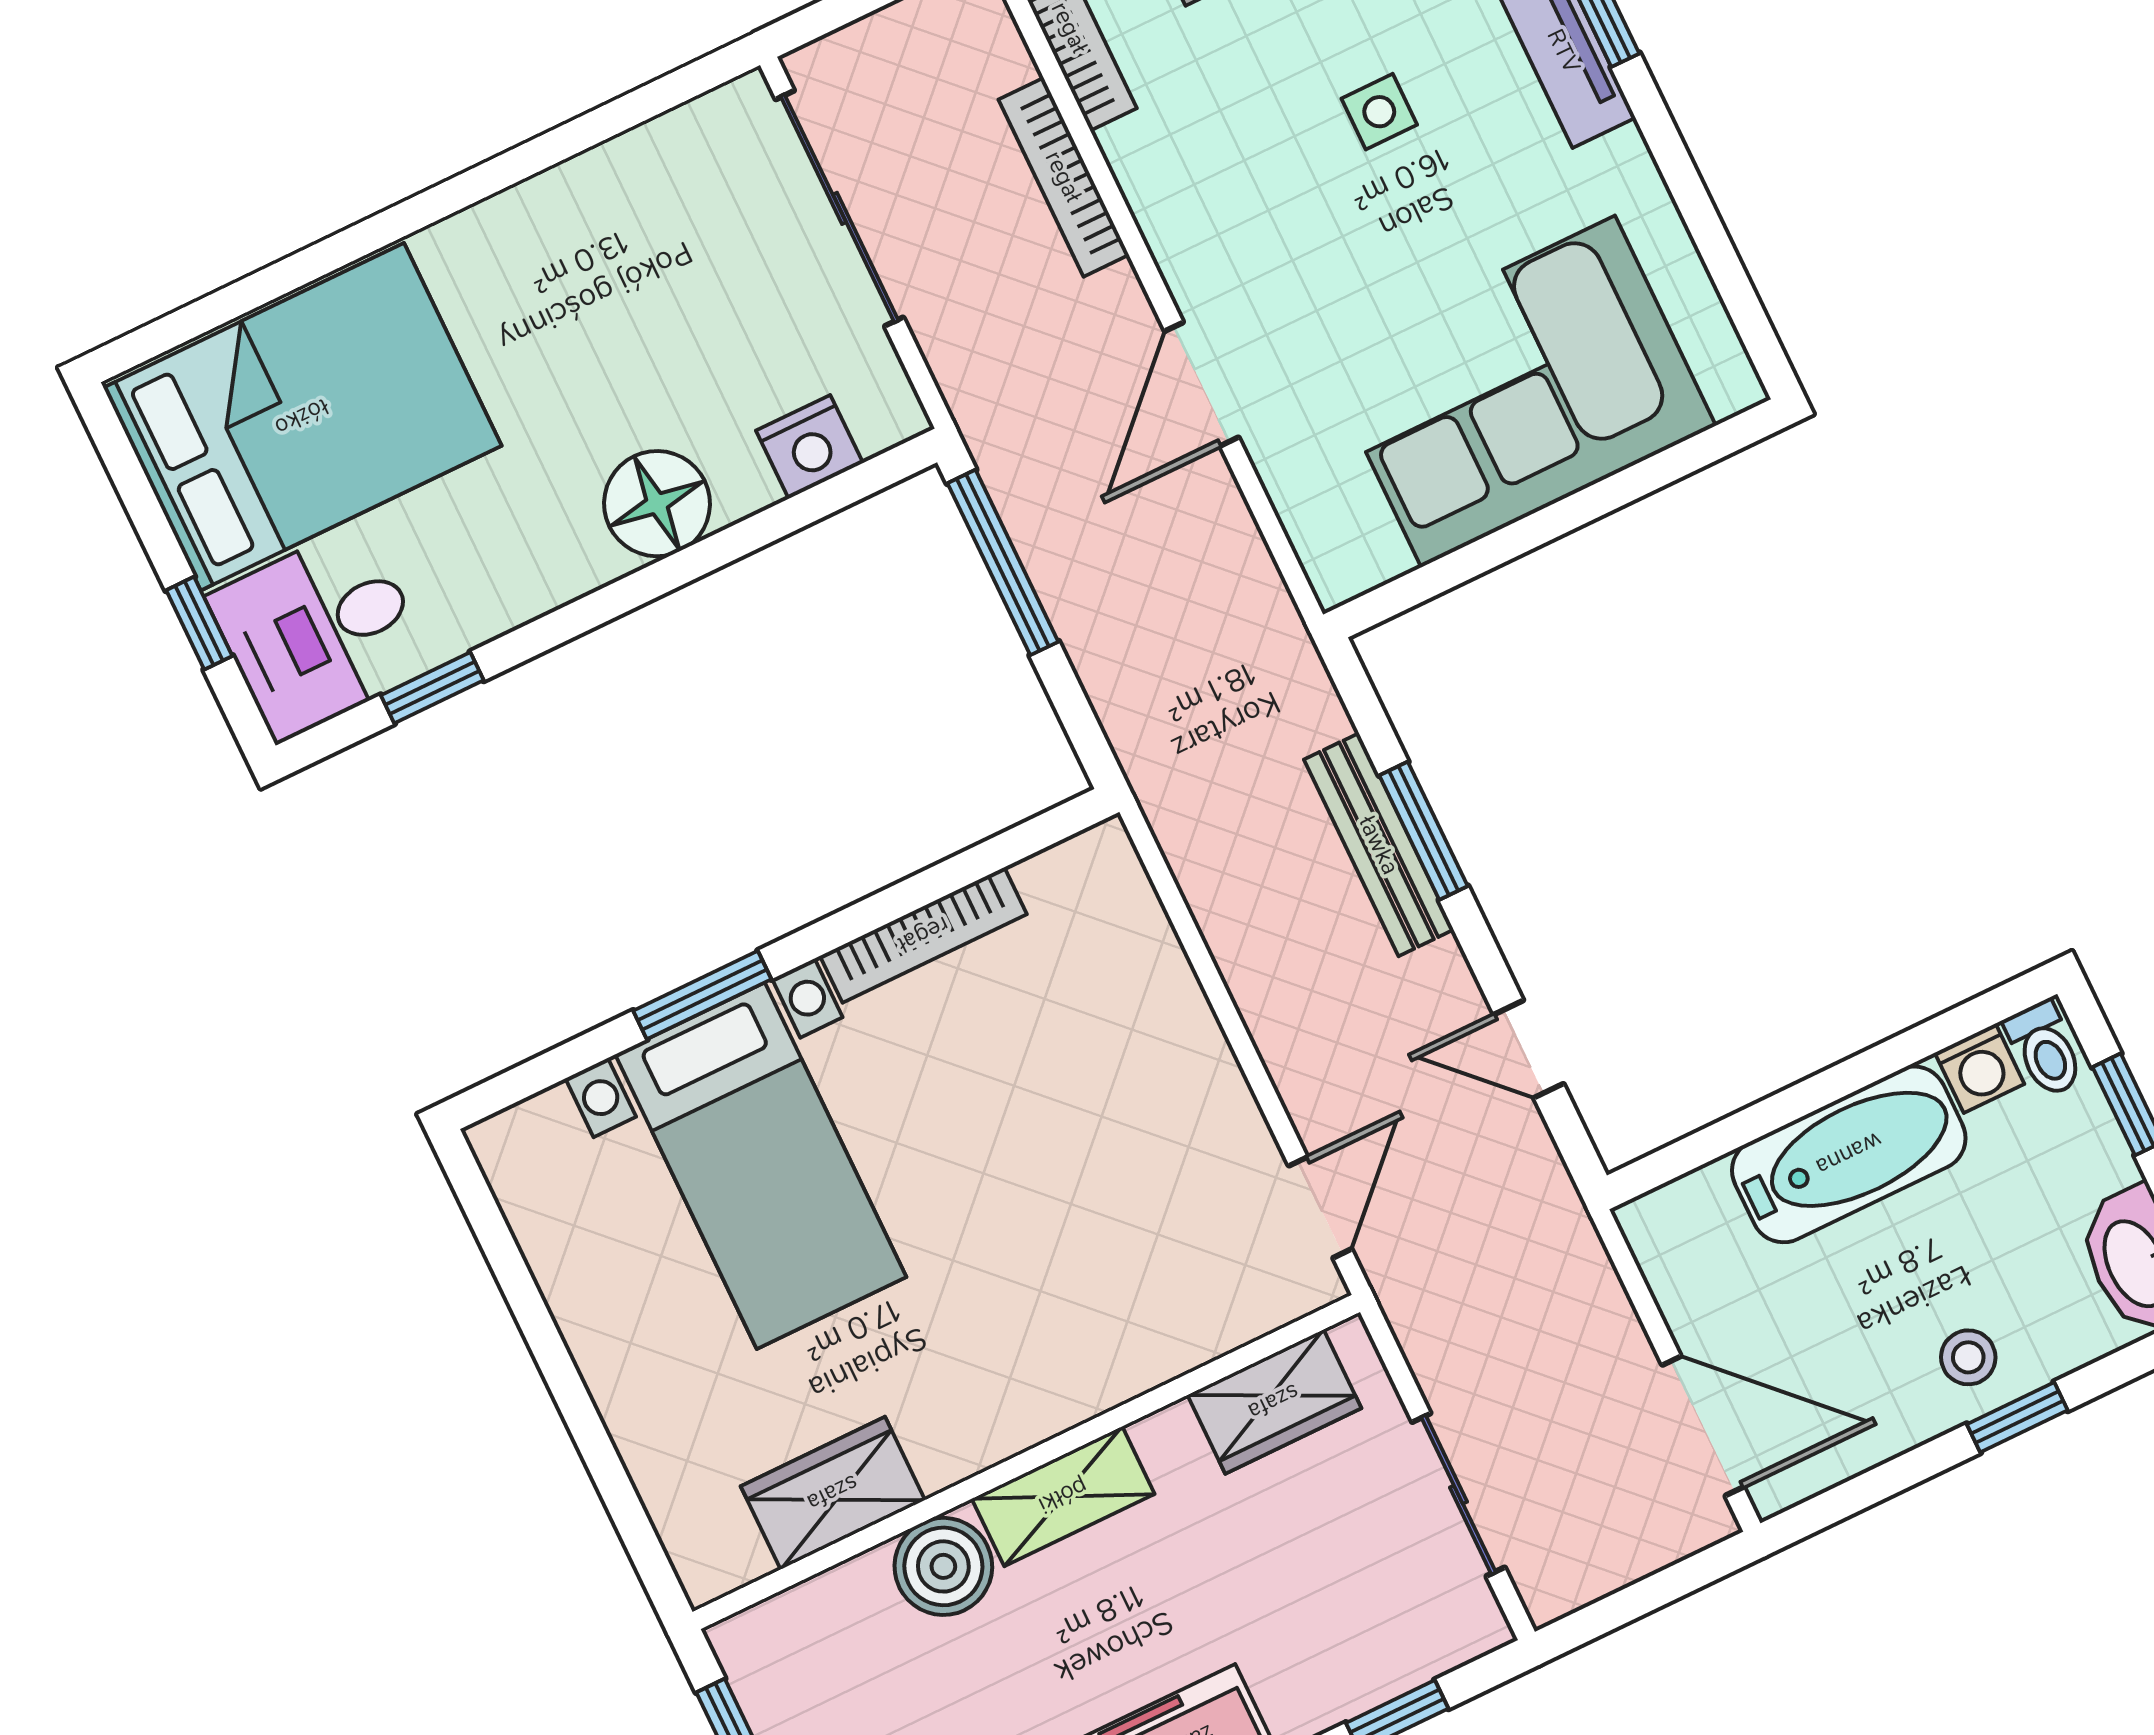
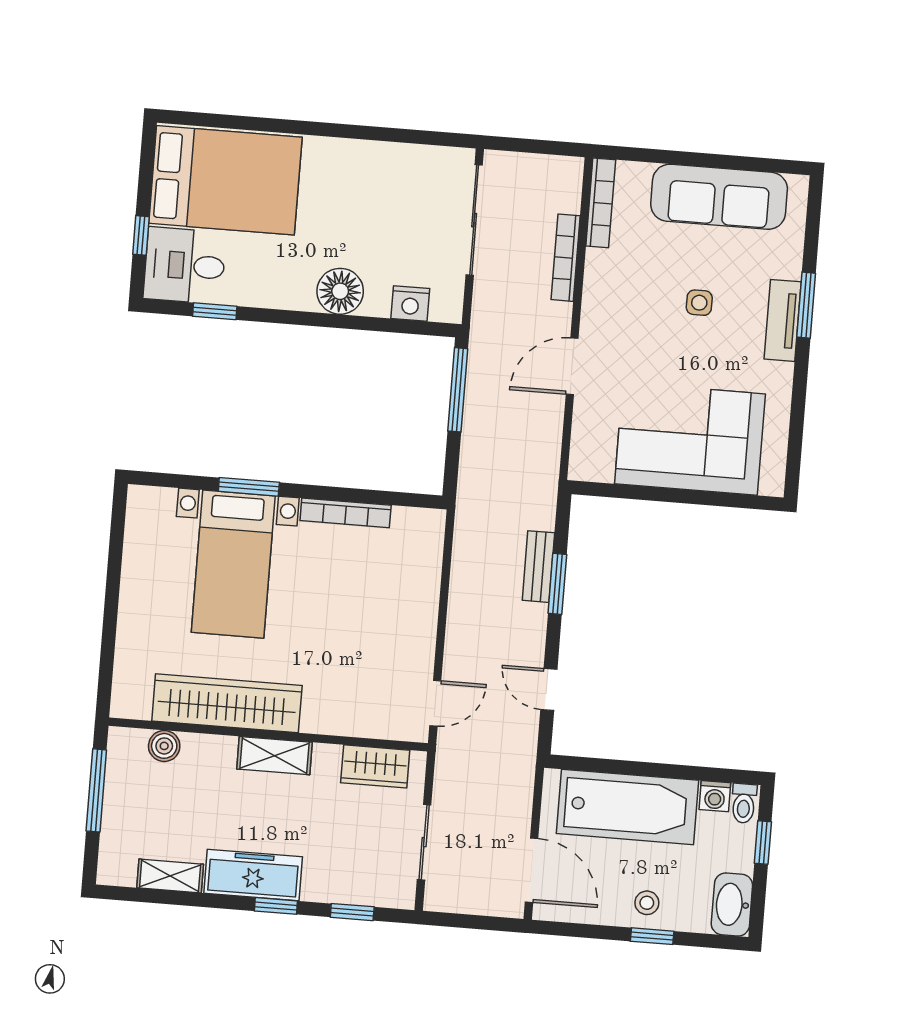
bench: (1379, 845) -> (538, 567), width x0.73
bathtub: (1849, 1154) -> (627, 807), width x1.36, depth x1.36
wardrobe: (833, 1493) -> (227, 703), width x2.10, depth x1.17
boiler: (943, 1566) -> (164, 746), moved, width x0.73, depth x0.73

